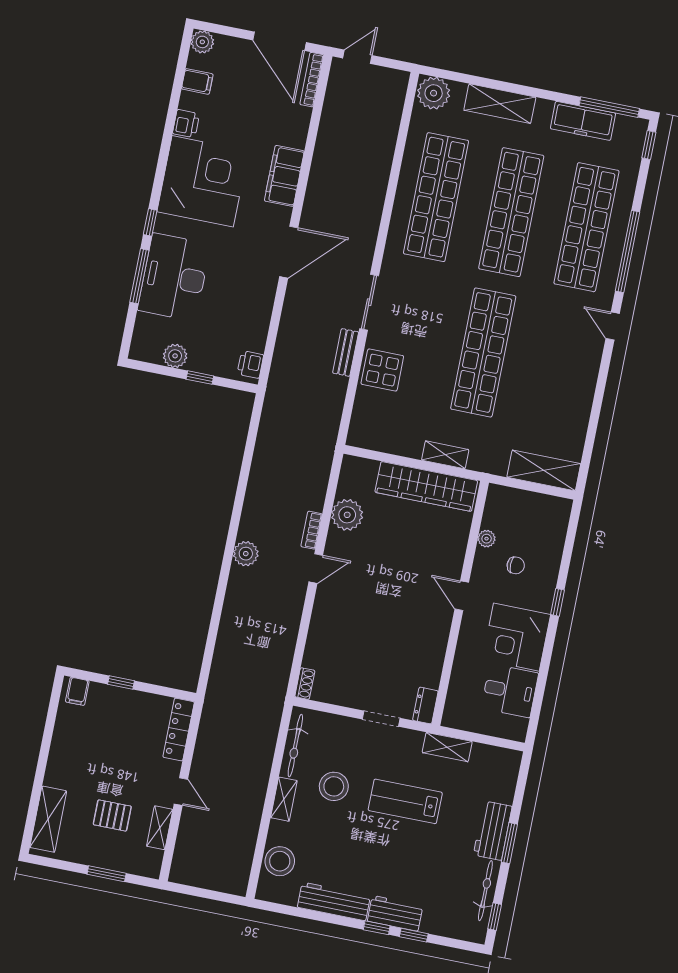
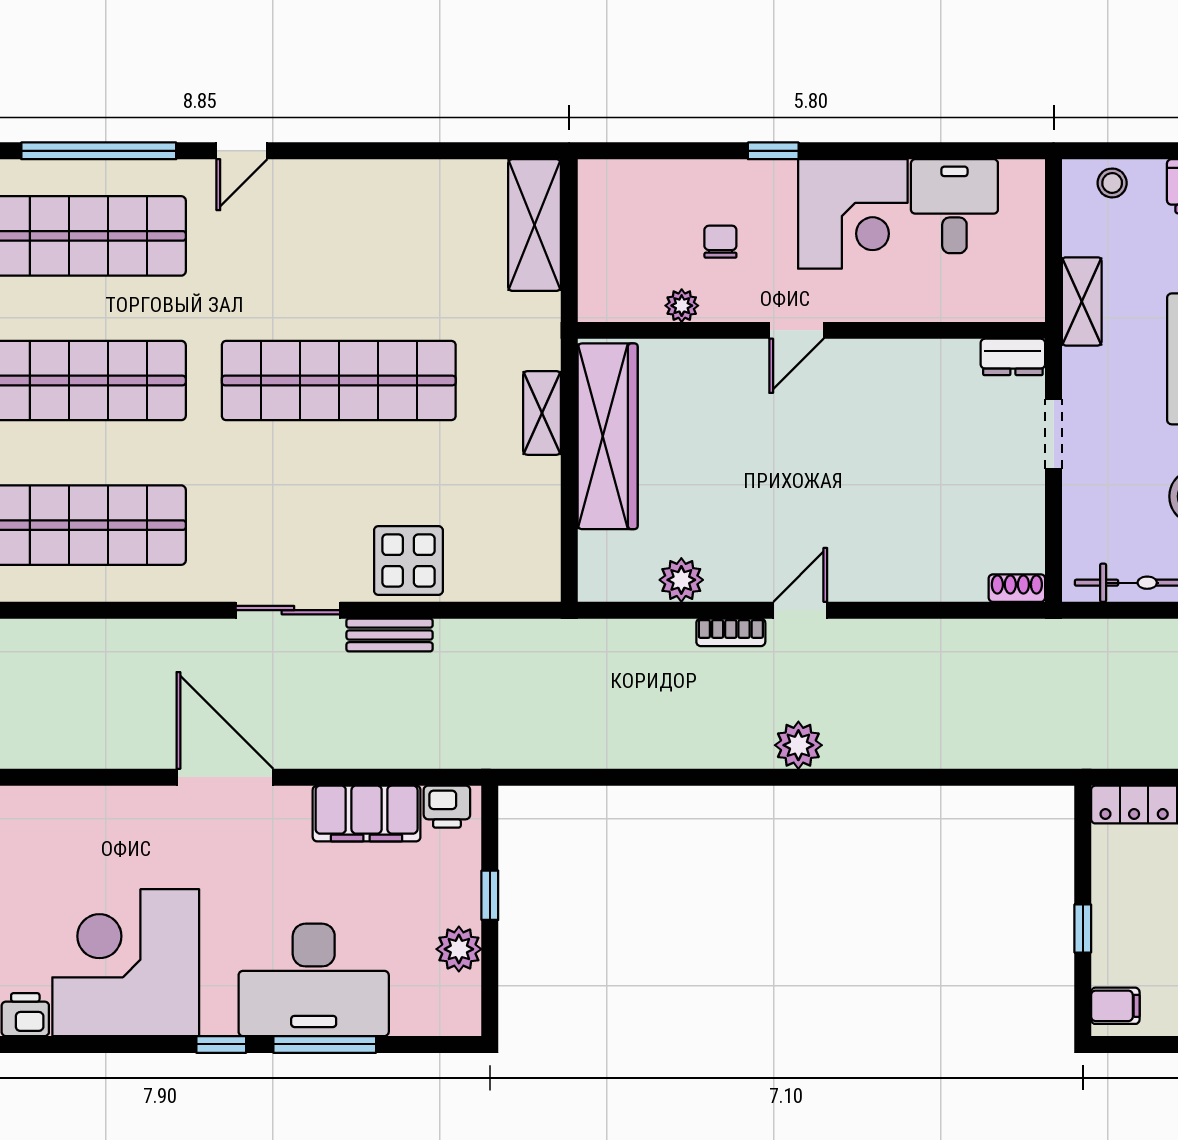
filing cabinet: (284, 176) -> (367, 813), moved
plant: (347, 515) -> (681, 580), width x0.73, depth x0.73
door: (316, 569) -> (800, 610), hinge flipped
stool: (506, 775) -> (1112, 183), added

